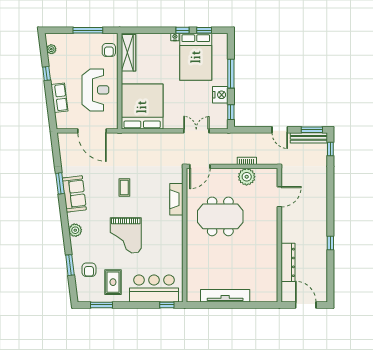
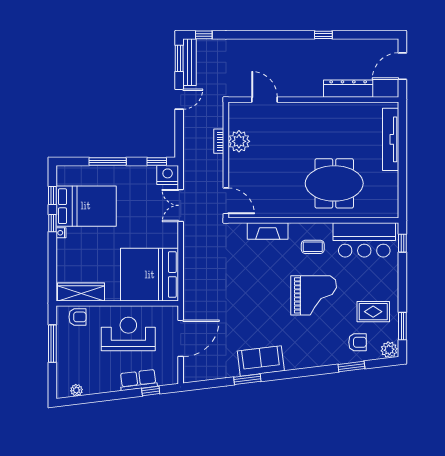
window: (47, 73) -> (151, 391), moved
nightstand: (220, 95) -> (168, 175), moved
coffee table: (124, 187) -> (313, 247), moved
meeting table: (220, 216) -> (334, 183), moved, turned 90
plant: (75, 230) -> (389, 350), moved
bar counter: (154, 288) -> (364, 240), moved, turned -90
tv unit: (225, 296) -> (391, 139), moved

